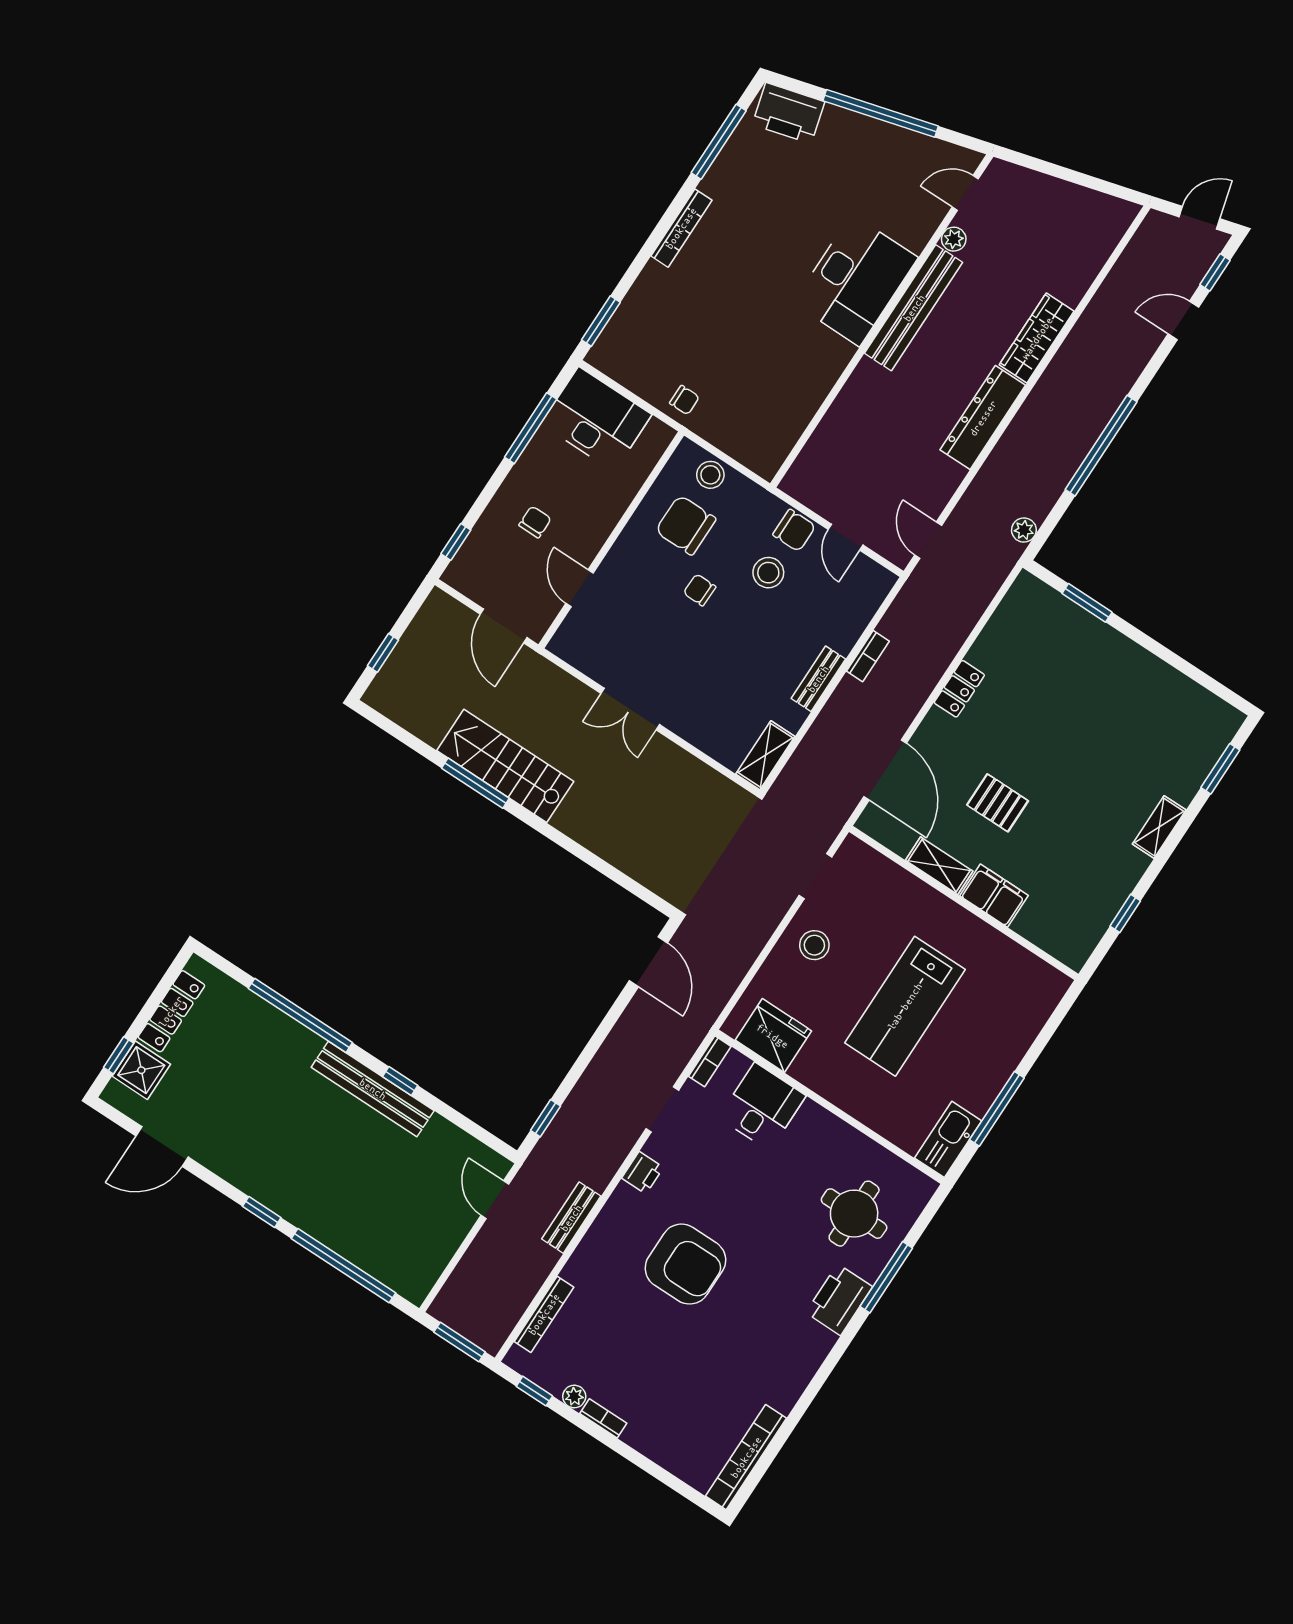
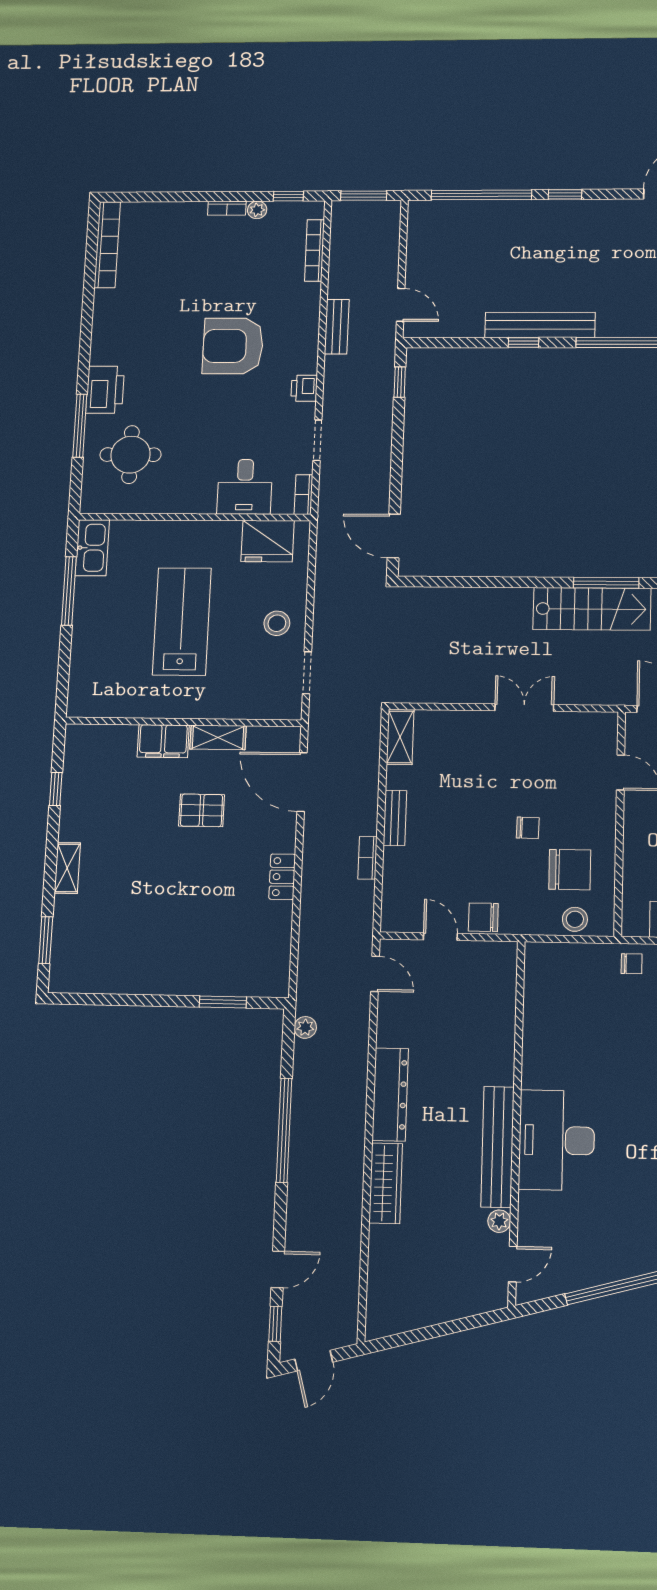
chair: (684, 400) -> (632, 964), turned 180
stool: (768, 573) -> (483, 873), removed

